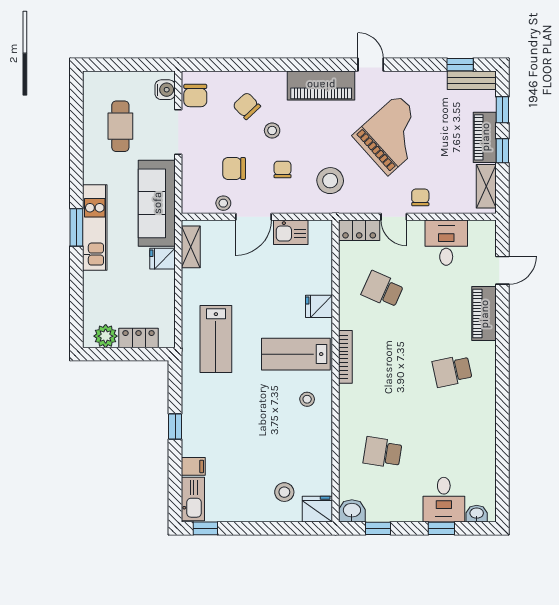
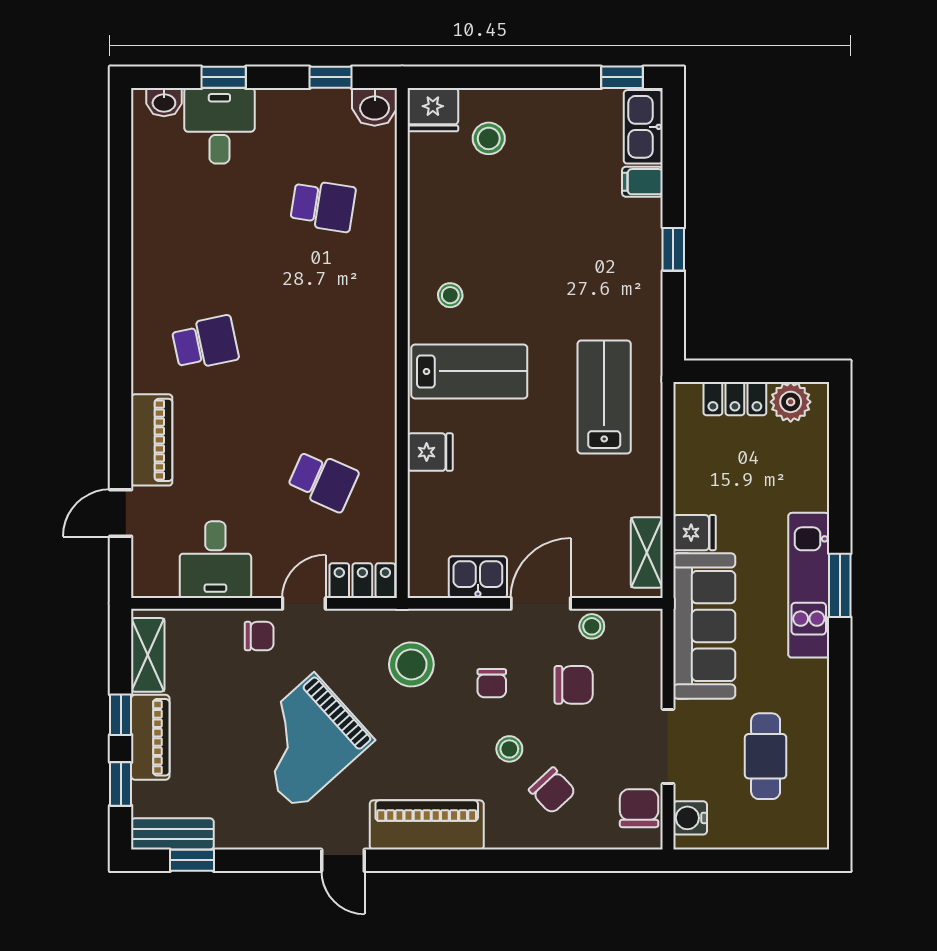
chair: (420, 197) -> (259, 636), turned -90
door: (394, 217) -> (304, 603), hinge flipped
bookcase: (345, 357) -> (386, 367), removed

